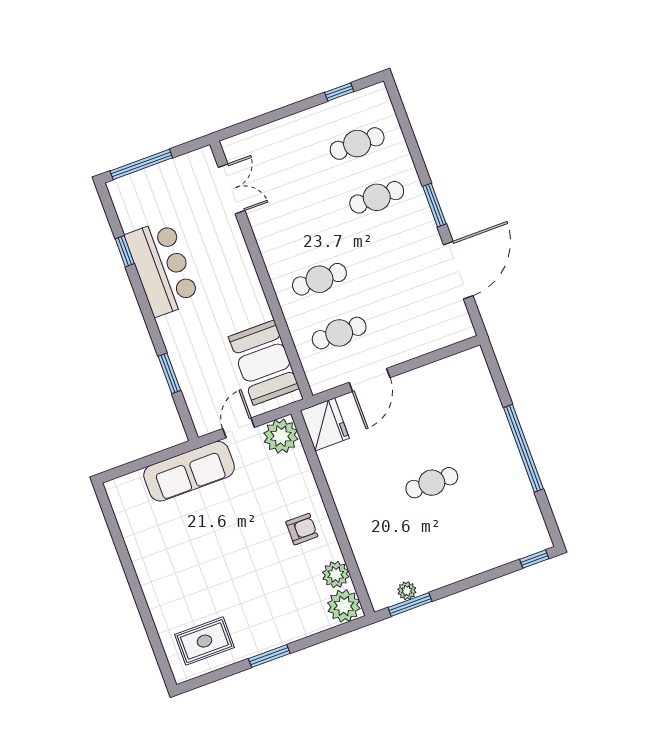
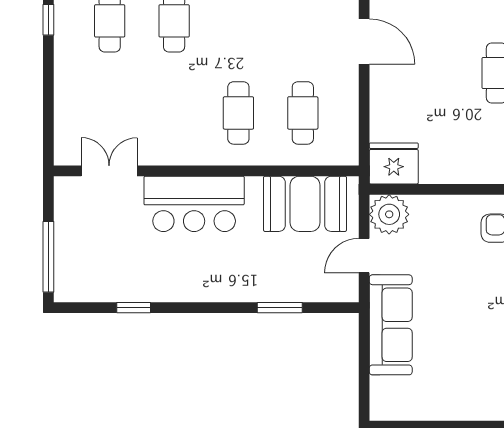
bar counter: (162, 268) -> (194, 204), moved, turned 180
door: (370, 380) -> (364, 41), moved
door: (239, 428) -> (364, 256), hinge flipped

